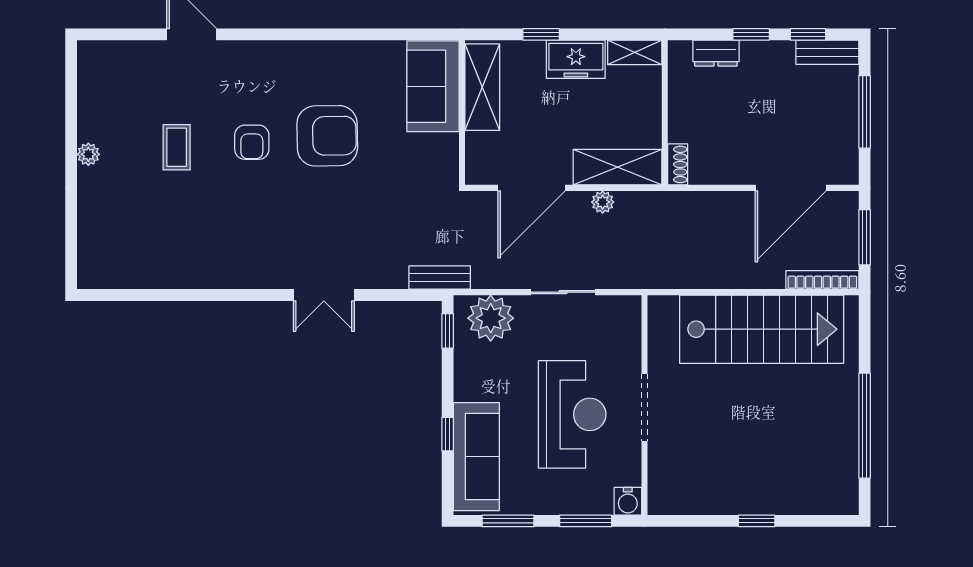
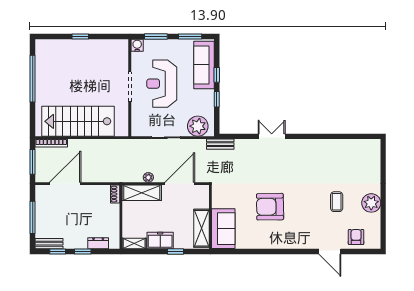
armchair: (252, 142) -> (356, 237), moved
plant: (88, 154) -> (371, 203), width x1.88, depth x1.88
window: (448, 331) -> (217, 99), moved

